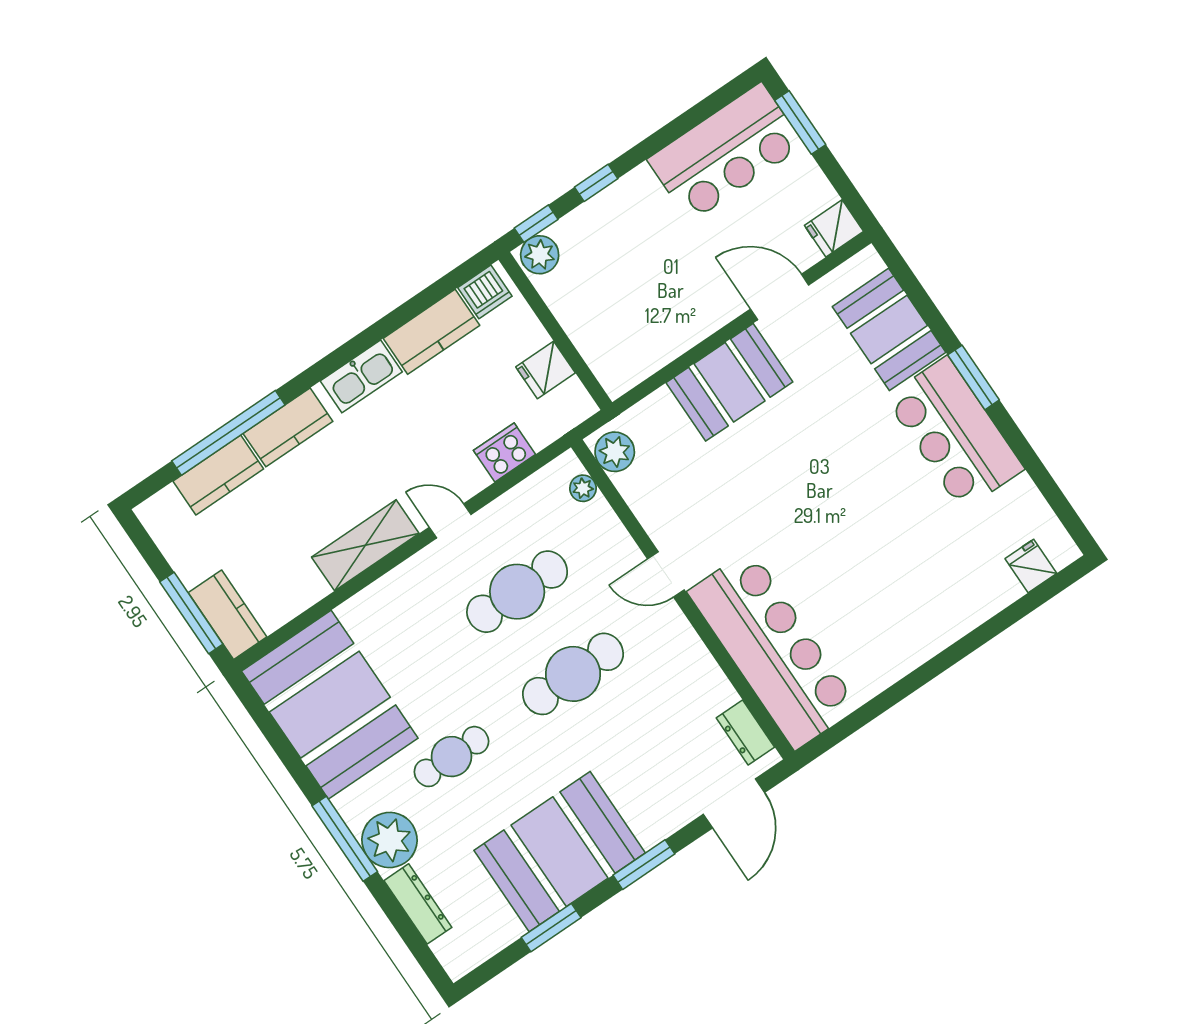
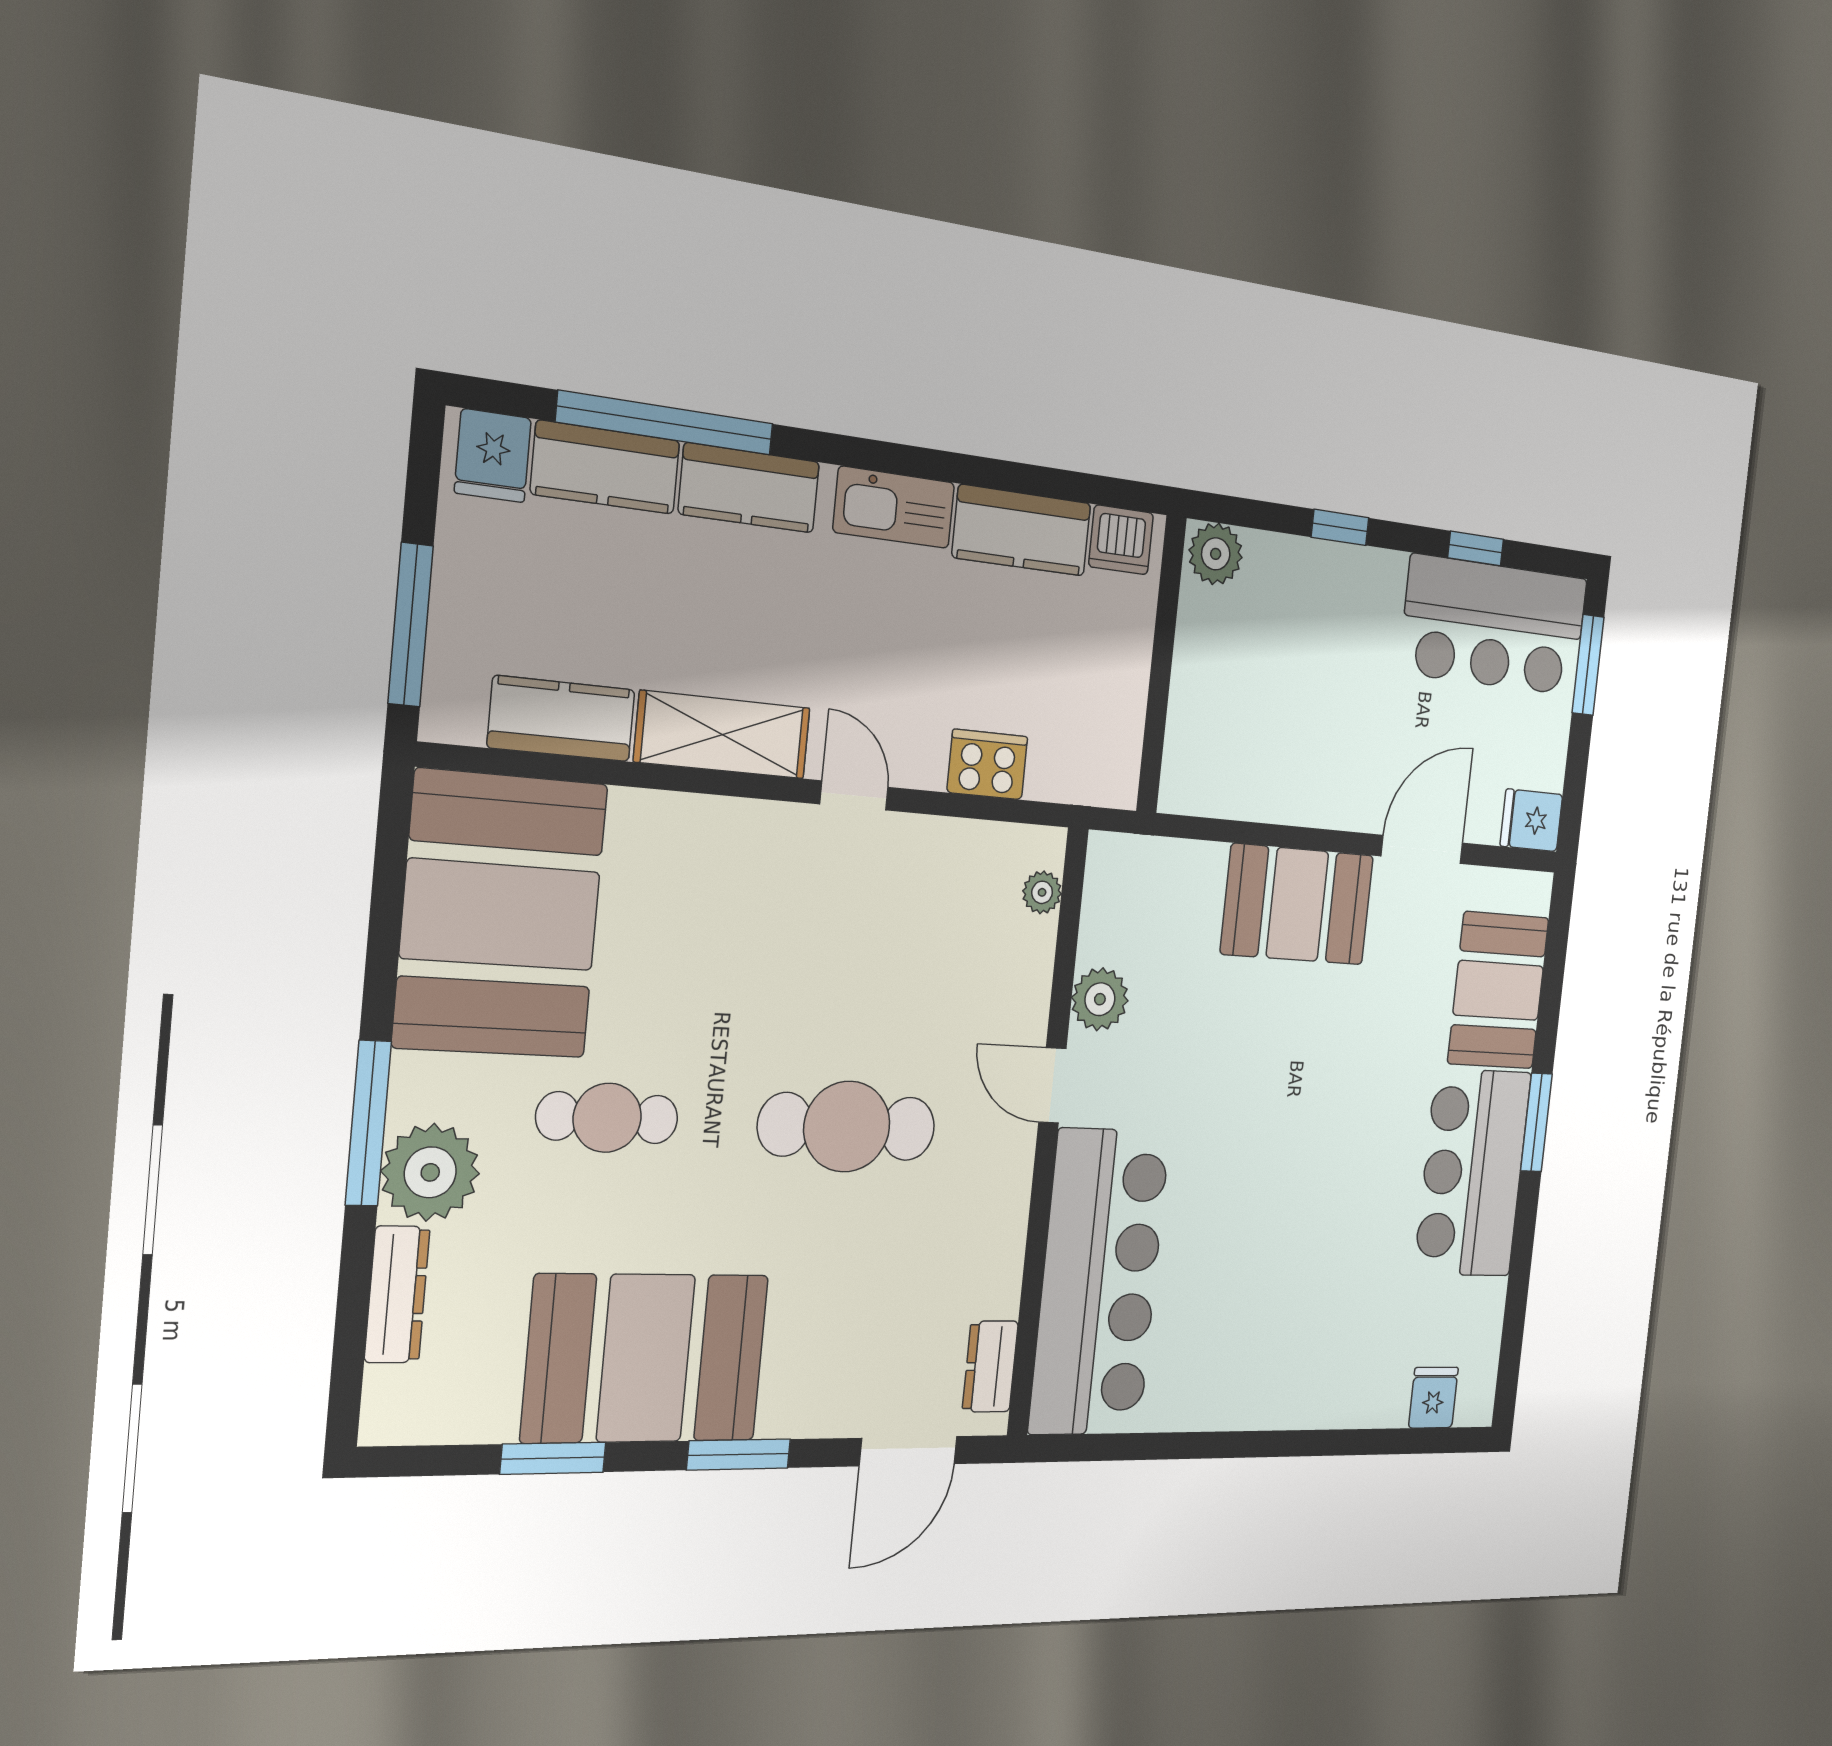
window: (536, 224) -> (1476, 548), moved
door: (780, 297) -> (1422, 849), hinge flipped
fridge: (546, 370) -> (493, 456), moved, turned -90
plant: (615, 452) -> (1100, 999), moved
cafe table: (517, 592) -> (863, 960), removed
kitchen counter: (228, 615) -> (561, 719), moved, turned -90

